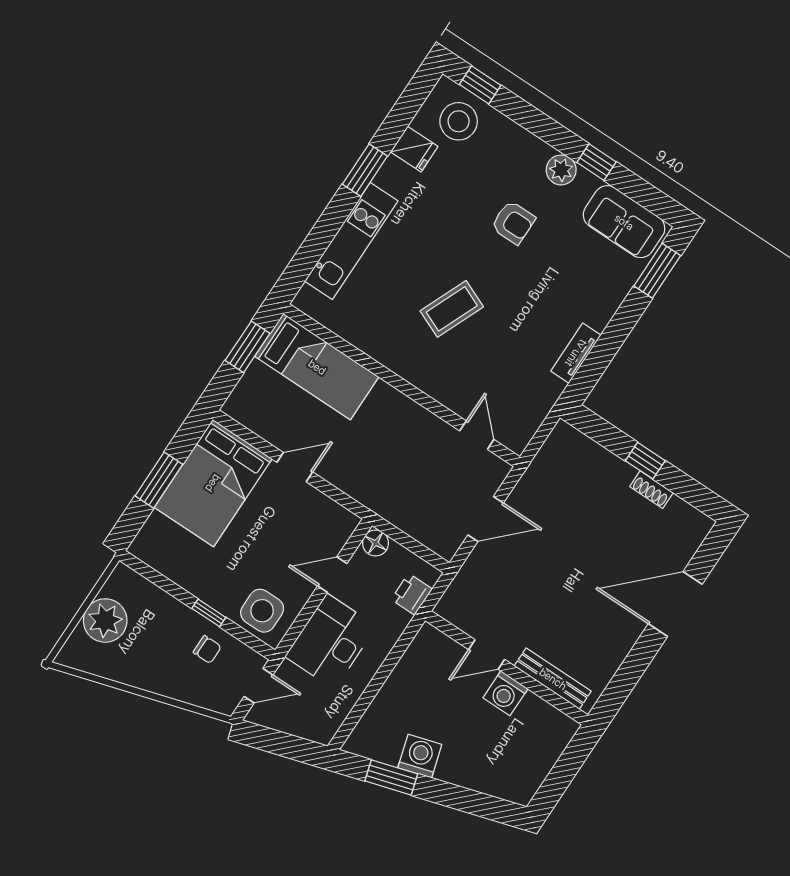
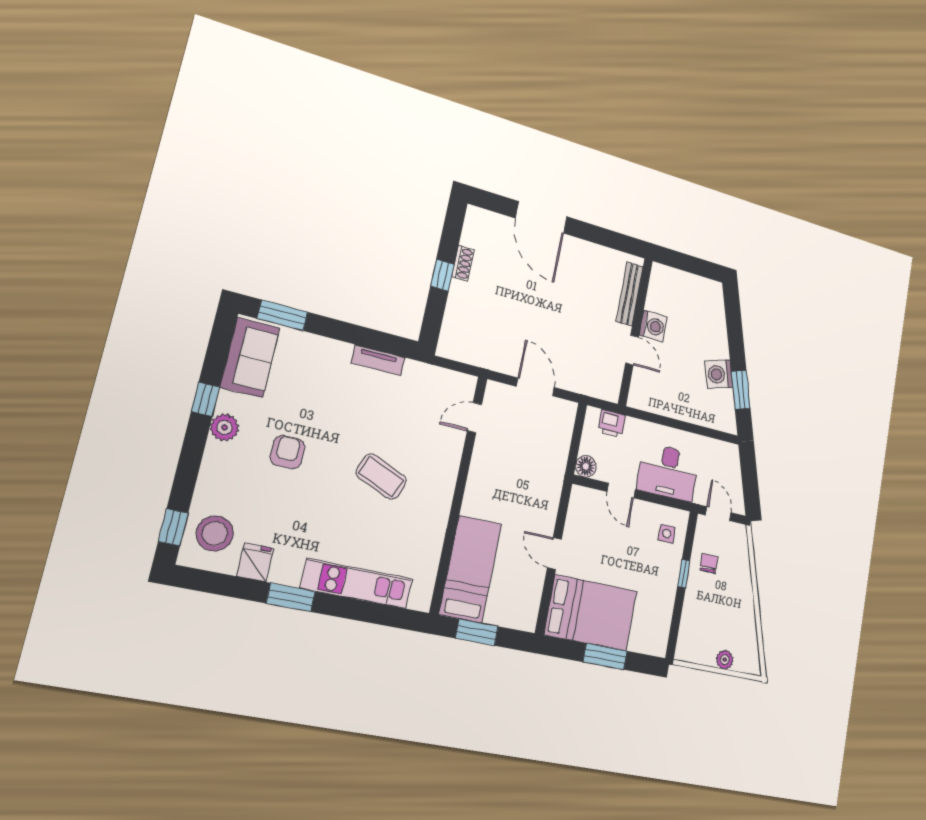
side table: (262, 611) -> (667, 534), width x0.54, depth x0.54
plant: (105, 621) -> (725, 660), width x0.53, depth x0.53

